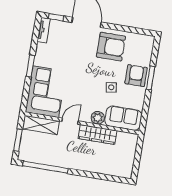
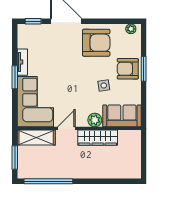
tv unit: (44, 30) -> (22, 62), moved
plant: (145, 39) -> (131, 29), added
armchair: (136, 76) -> (128, 69), turned -90

